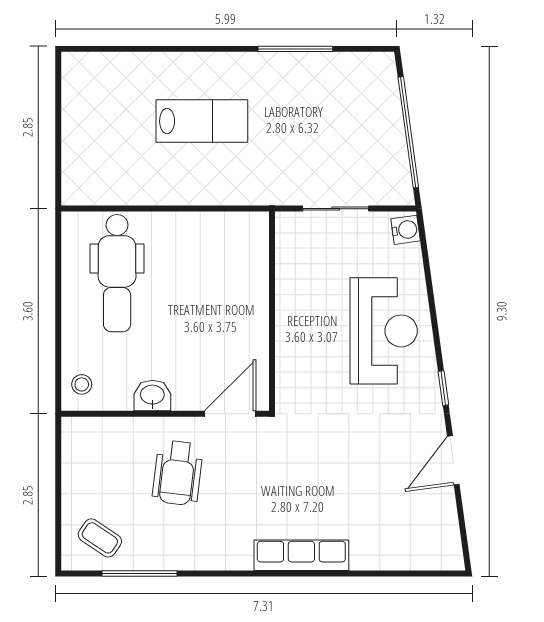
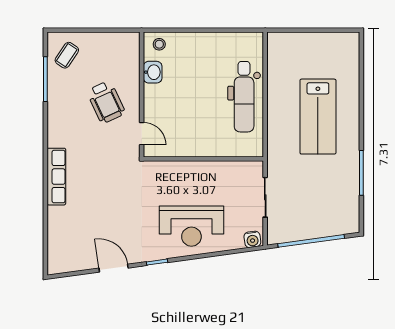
lab bench: (202, 121) -> (318, 117), width x1.36, depth x1.39
dental chair: (117, 273) -> (244, 97), moved, turned -90
washbasin: (152, 395) -> (153, 72), moved
door: (230, 414) -> (142, 134), width x0.73
wheelchair: (178, 473) -> (106, 102), turned -122

